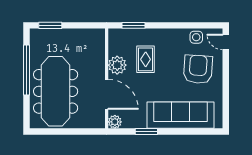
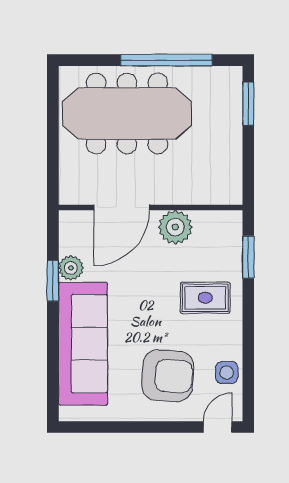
rug: (146, 59) -> (205, 298), moved
plant: (115, 122) -> (71, 268), moved

